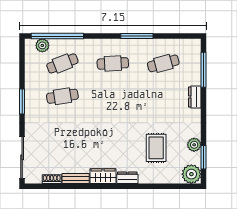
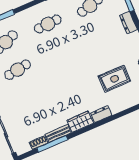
rug: (156, 148) -> (114, 79), turned 90
window: (65, 186) -> (52, 144), added

